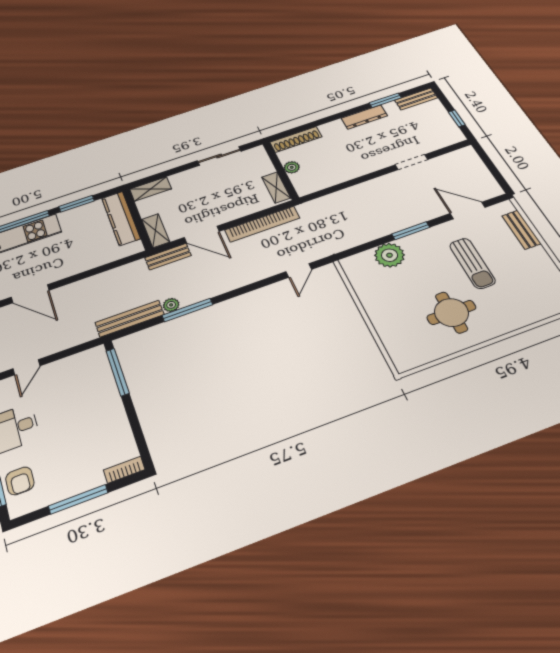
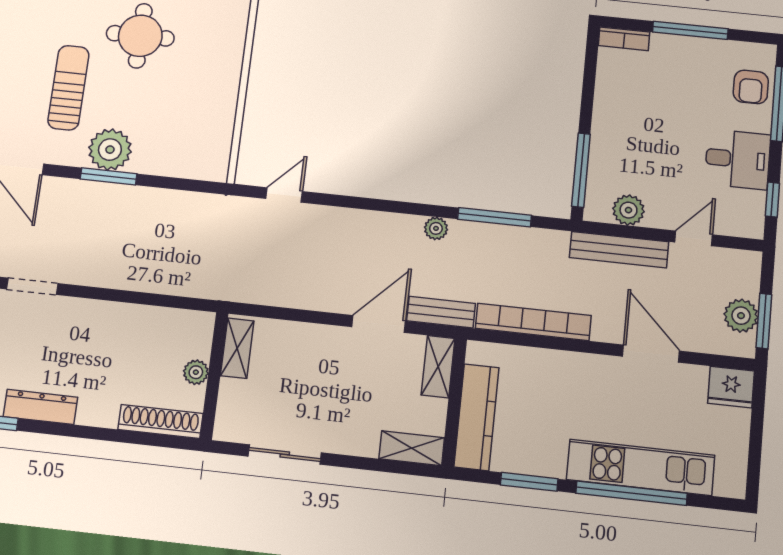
bookcase: (262, 224) -> (533, 322), moved
door: (202, 234) -> (379, 324), hinge flipped
plant: (390, 255) -> (110, 150), moved
plant: (171, 305) -> (436, 228), moved
window: (187, 310) -> (494, 217), moved
bench: (130, 319) -> (619, 250), moved
plant: (76, 364) -> (628, 210), added
armchair: (20, 481) -> (751, 87), turned 180

